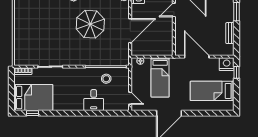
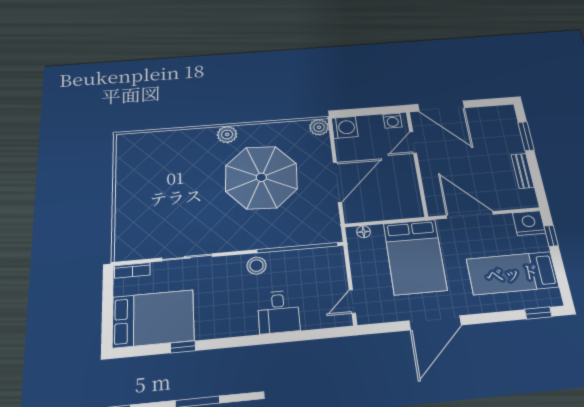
parasol: (90, 24) -> (261, 177), width x1.36, depth x1.36
bed: (160, 77) -> (415, 257), width x1.50
stool: (106, 79) -> (257, 266), moved
door: (130, 98) -> (352, 302), swing flipped
window: (33, 113) -> (183, 347), moved
window: (221, 113) -> (538, 313), added

